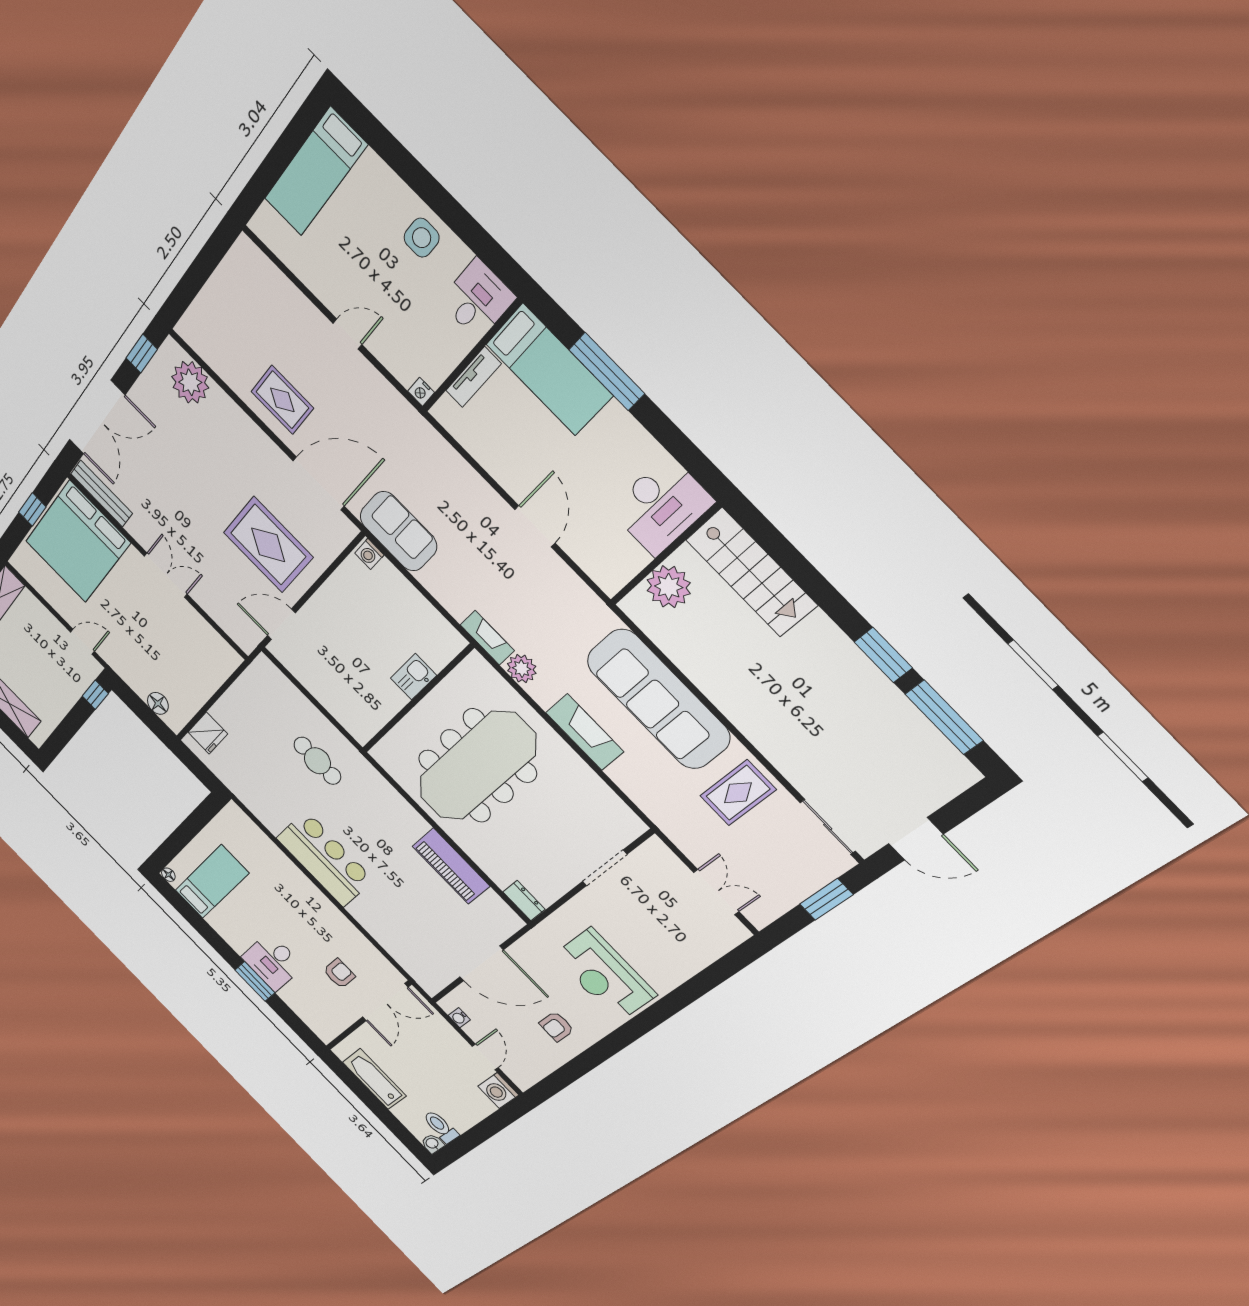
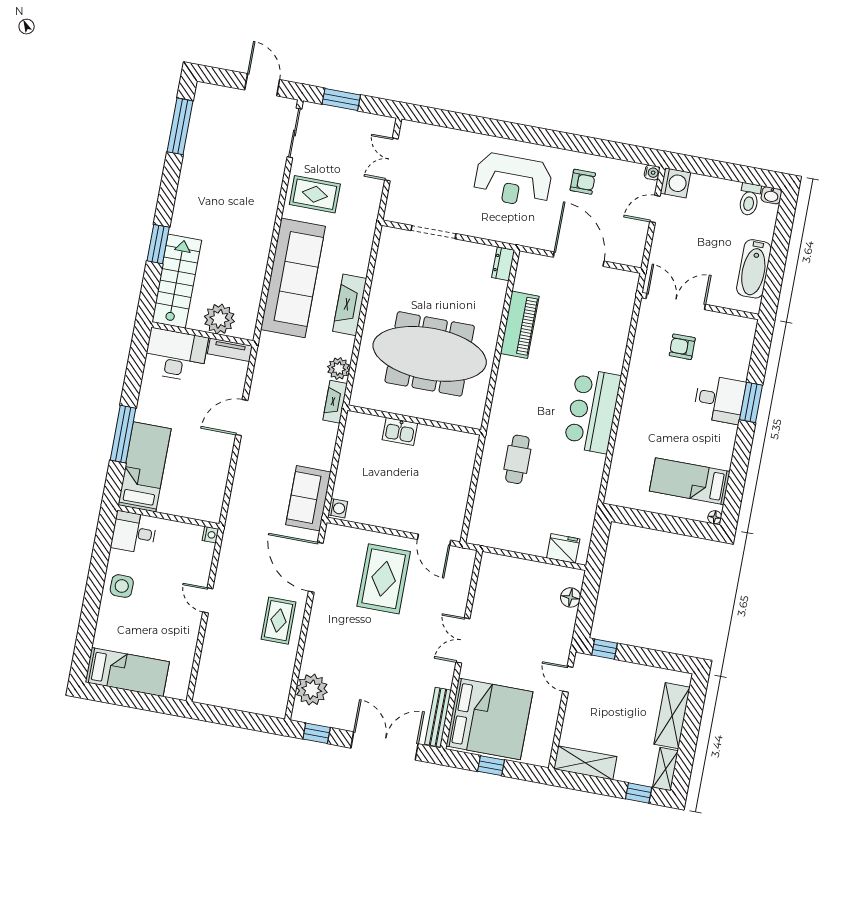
tv unit: (473, 377) -> (230, 350), moved, turned 180
window: (883, 655) -> (158, 244), moved
reception desk: (604, 975) -> (513, 180), turned 90
water cooler: (459, 1018) -> (652, 172), moved

